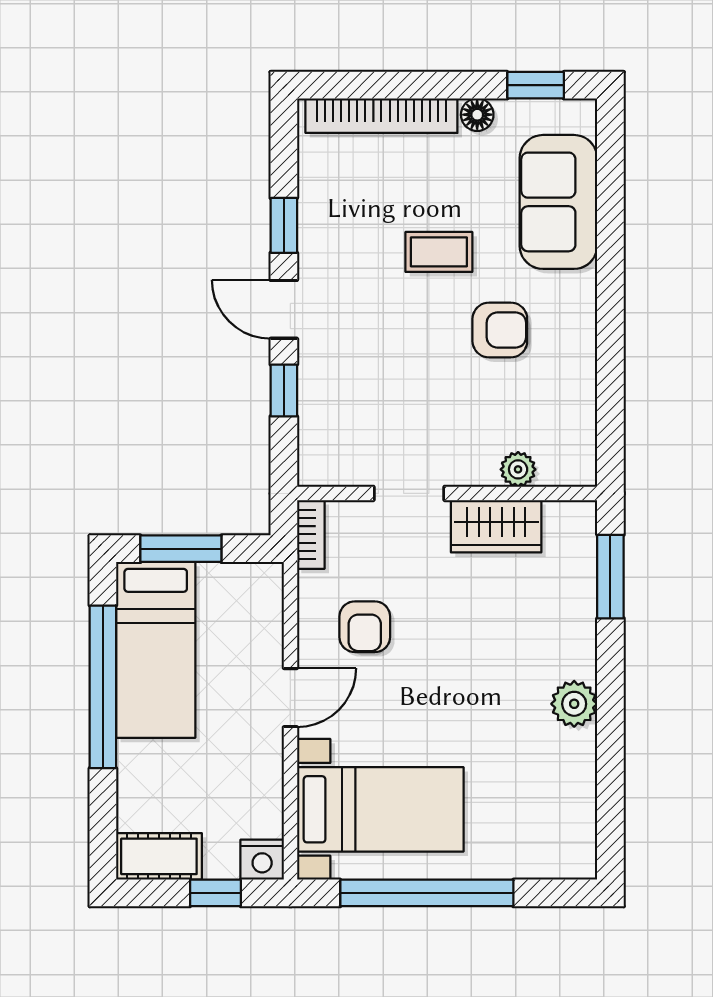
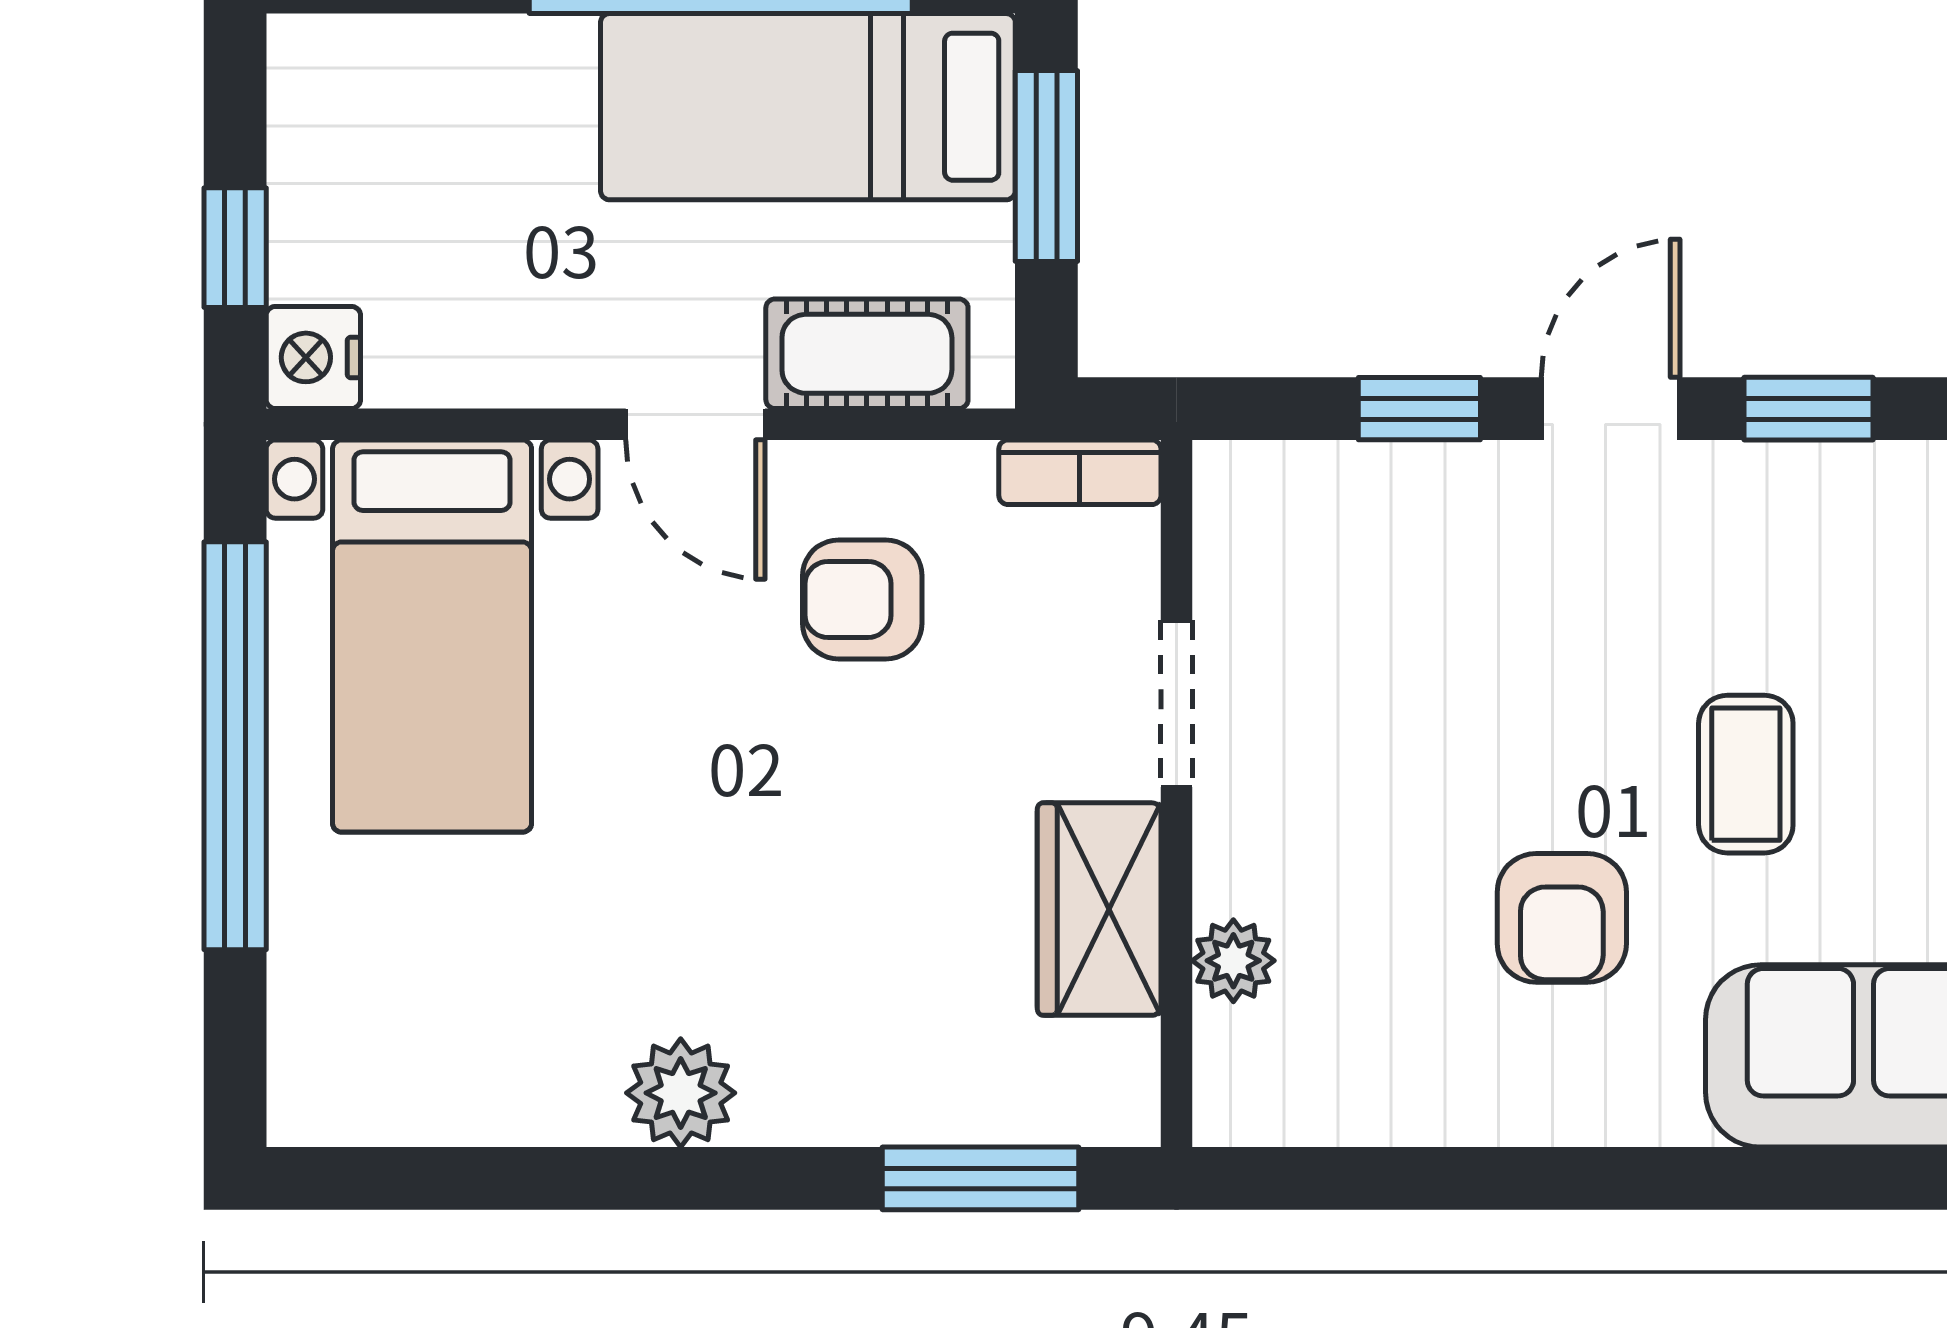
cot: (159, 856) -> (867, 354), moved, turned 90

